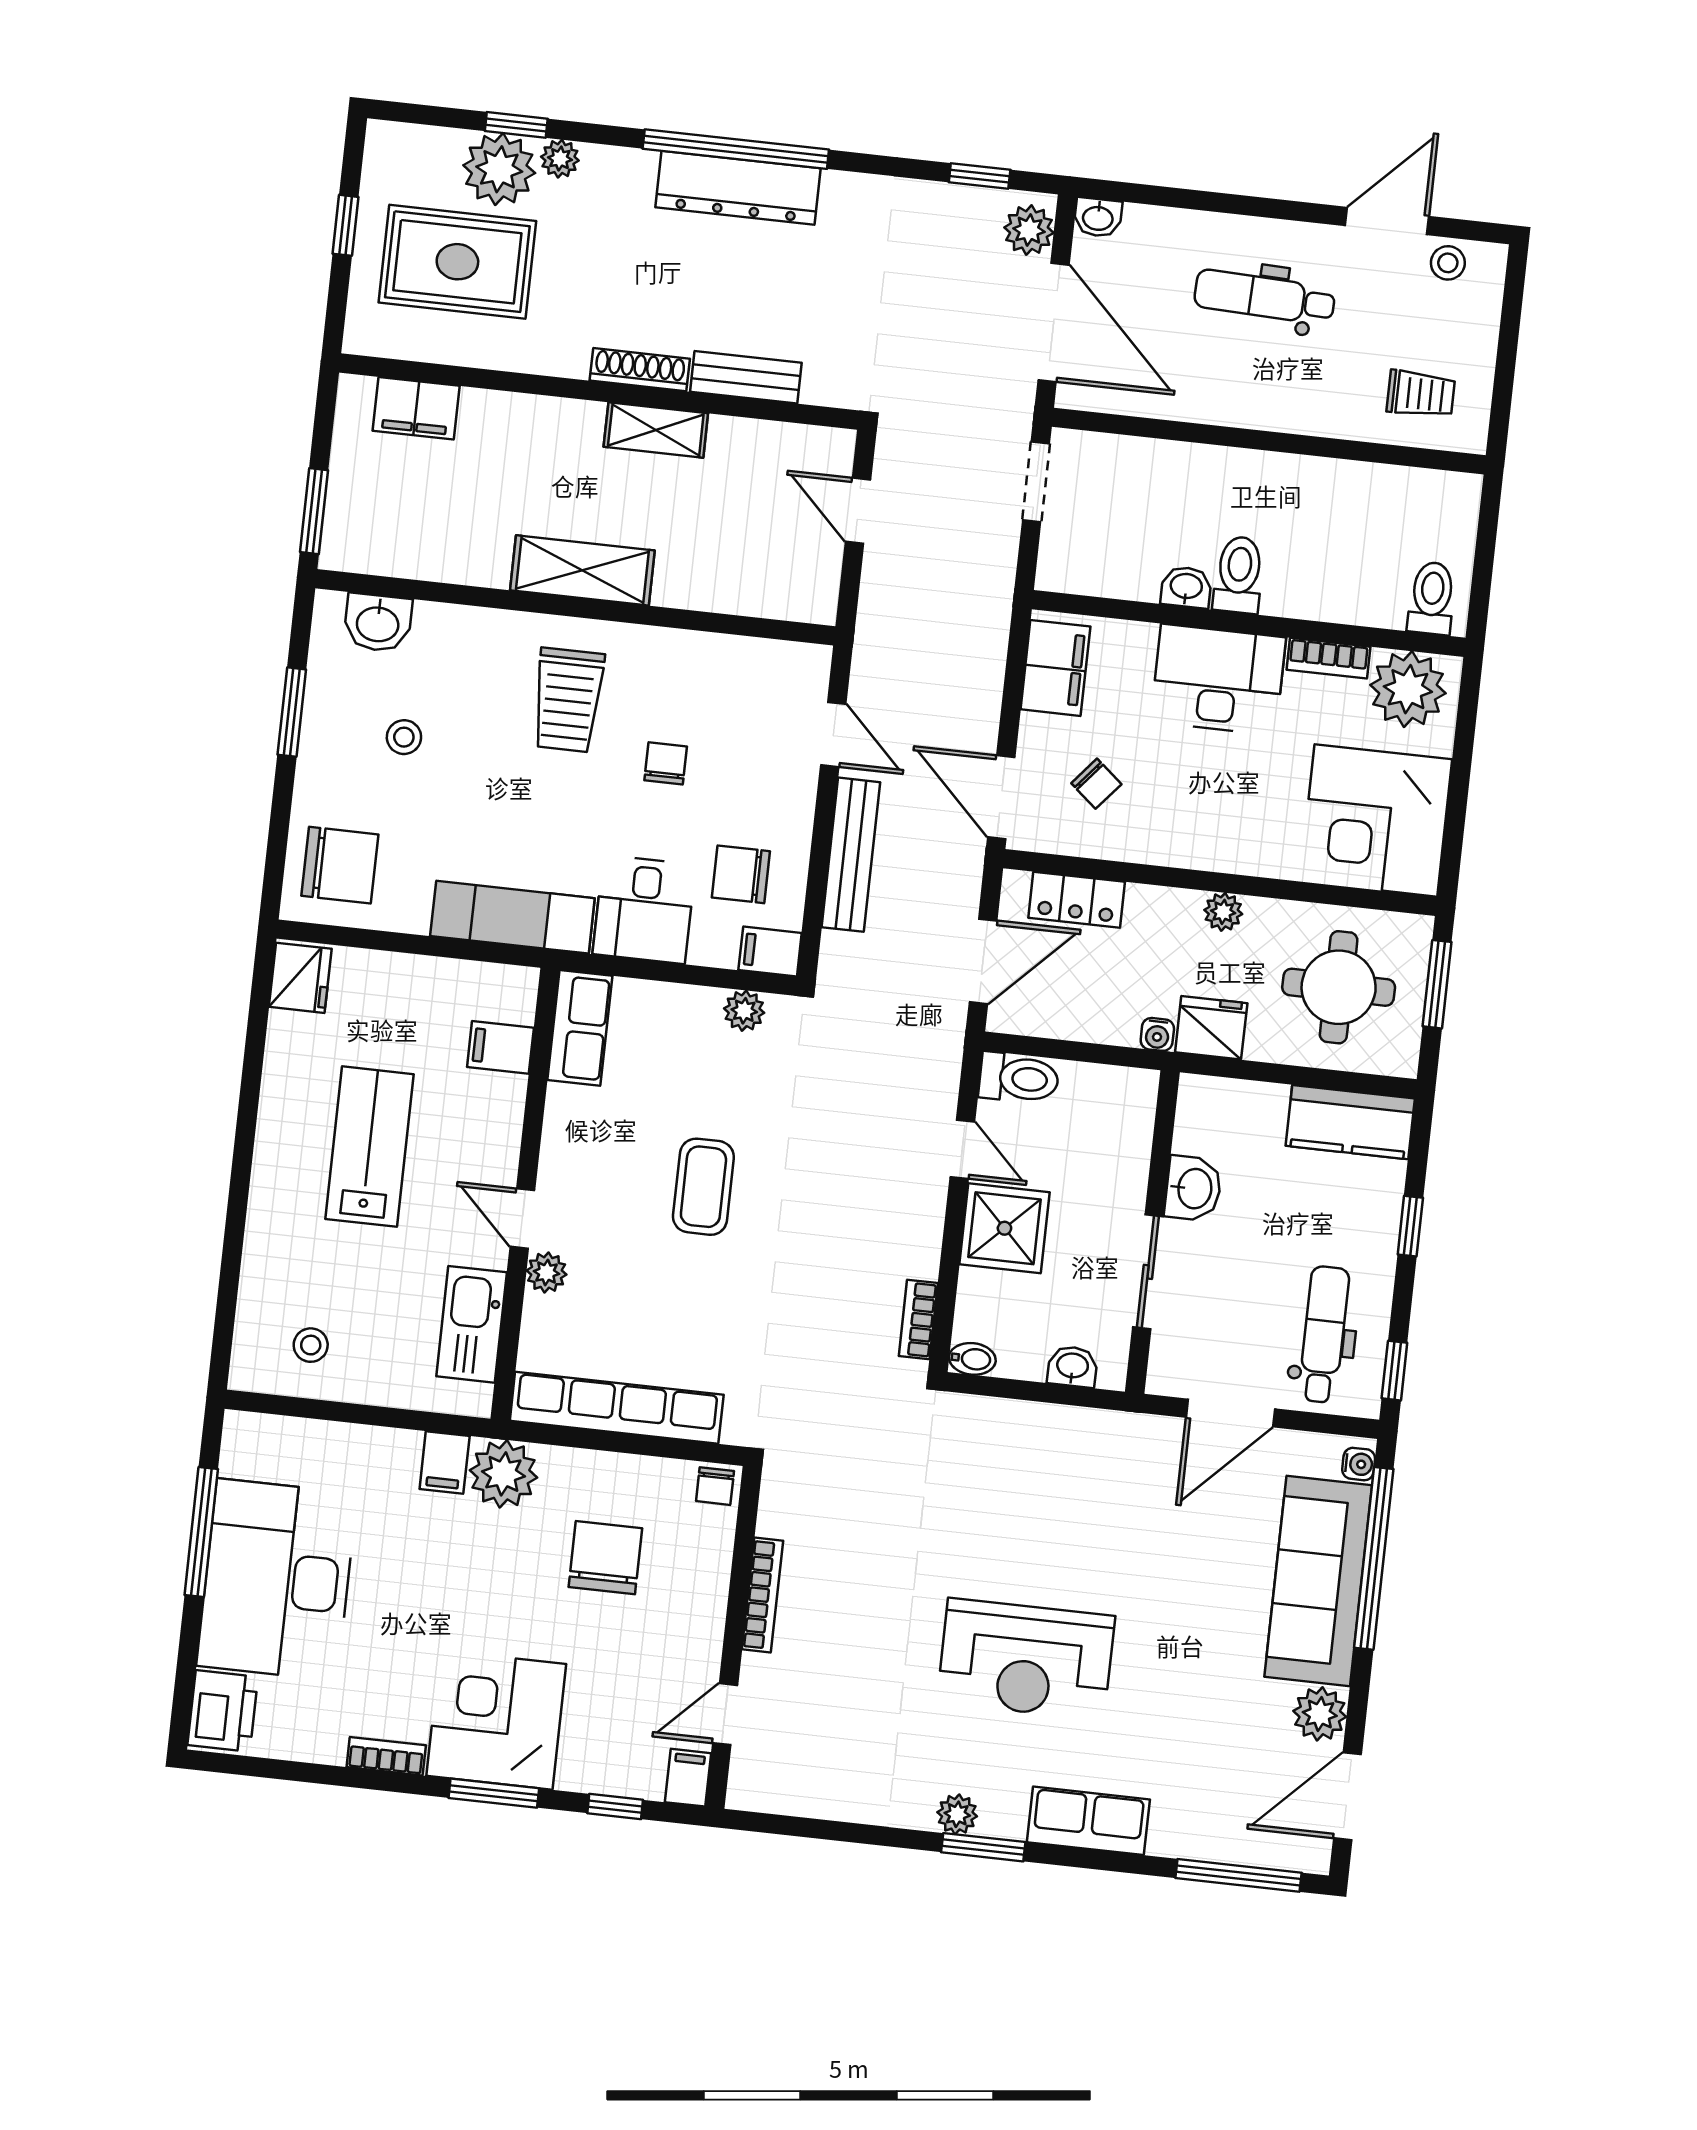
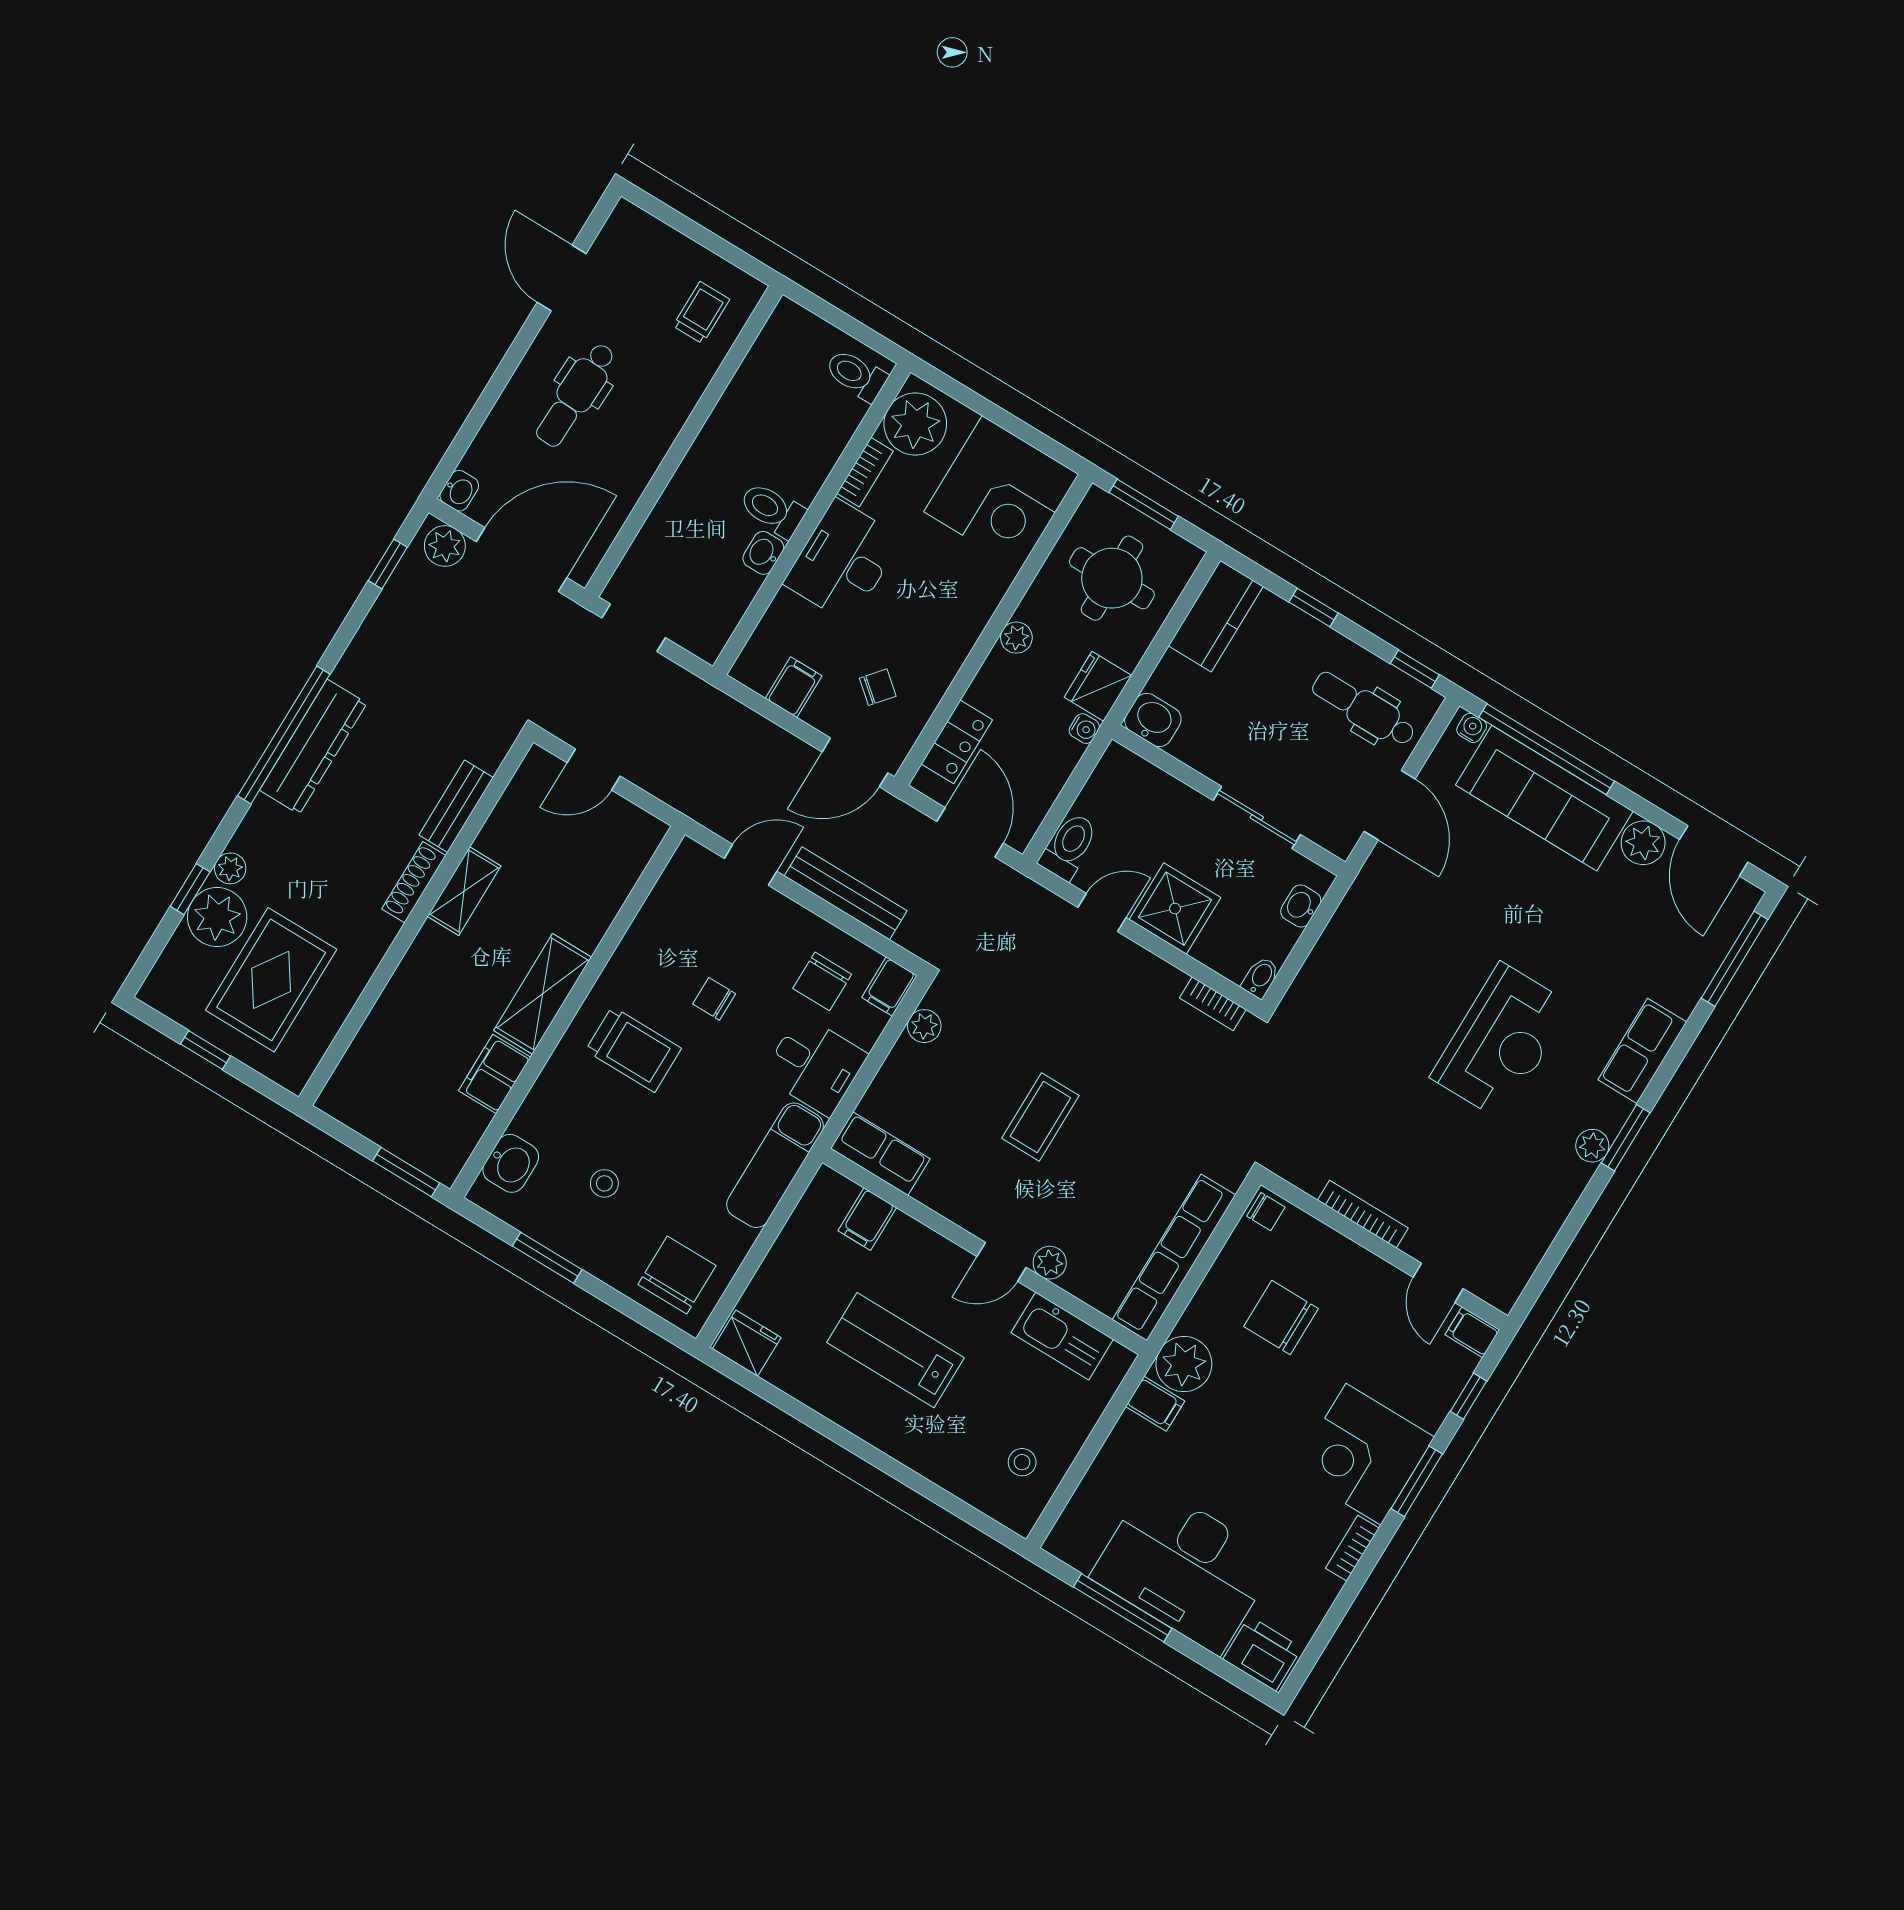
stool: (1448, 263) -> (614, 247), removed
filing cabinet: (416, 408) -> (495, 1074), moved, turned 180
filing cabinet: (1055, 668) -> (794, 687), width x0.50
coffee table: (703, 1187) -> (1040, 1117), turned 90
washbasin: (1193, 1188) -> (1153, 720), moved

